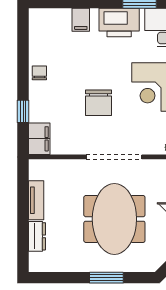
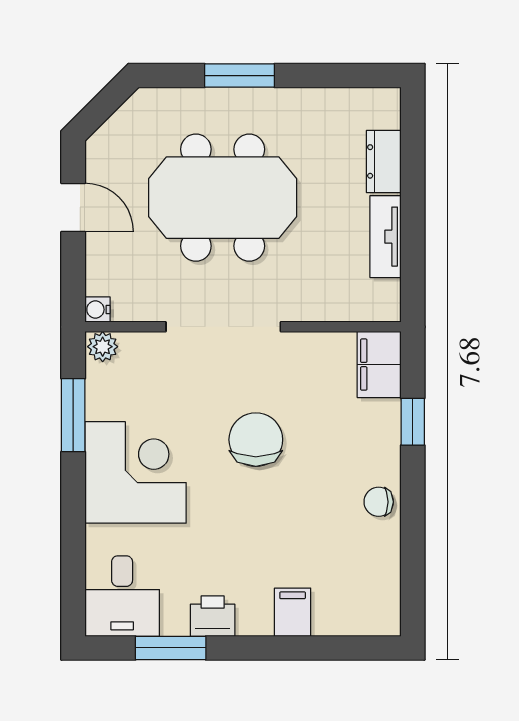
printer: (119, 23) -> (213, 616), width x0.53, depth x0.68
chair: (39, 73) -> (379, 502), turned 90
meeting table: (114, 219) -> (223, 198), turned 90

